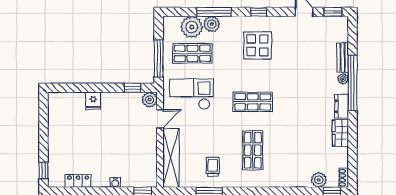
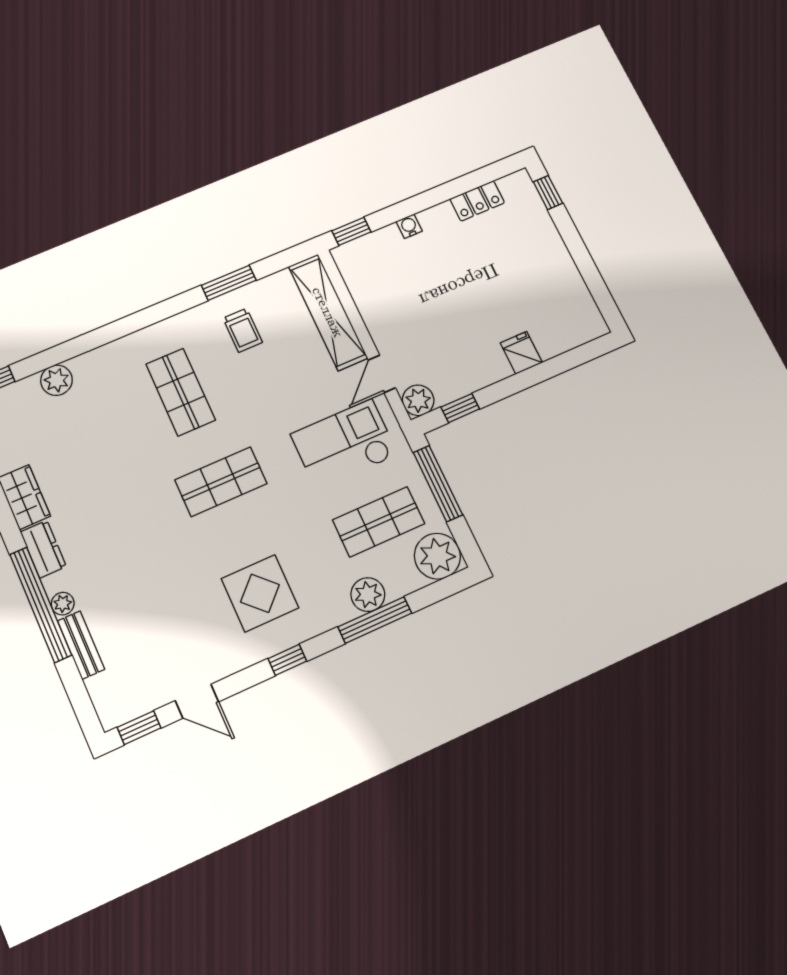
plant: (192, 27) -> (437, 556), moved
checkout: (191, 94) -> (344, 444), turned 180
plant: (319, 180) -> (56, 380), moved

